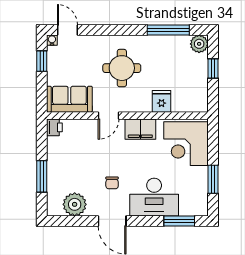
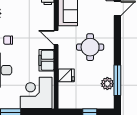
plant: (199, 44) -> (107, 84), moved

